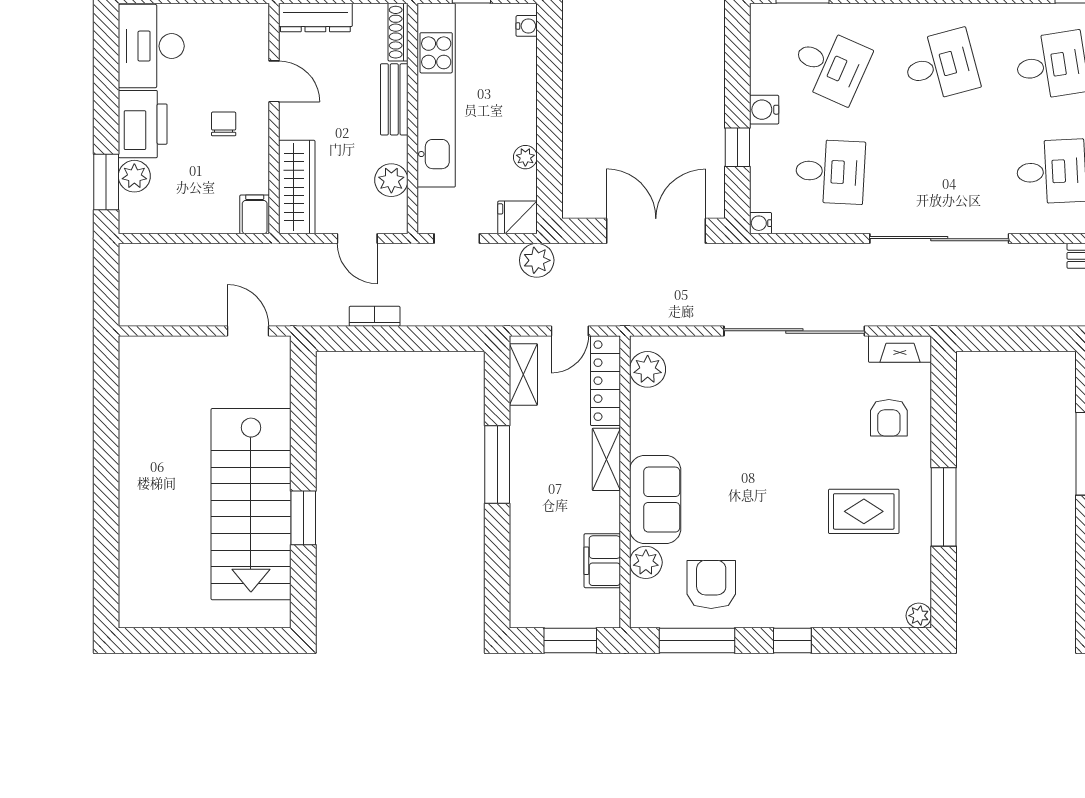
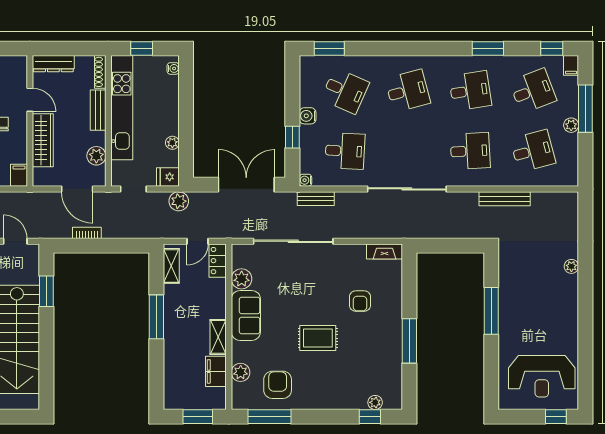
wardrobe: (297, 187) -> (43, 140), moved
door: (357, 239) -> (77, 189), width x1.38
bench: (779, 256) -> (316, 199), added
sliding door: (794, 331) -> (293, 241), moved
plant: (648, 369) -> (242, 279), moved
locker: (605, 381) -> (218, 261), width x0.66
armchair: (889, 418) -> (360, 301), moved
shelving: (606, 459) -> (218, 337), moved
sofa: (655, 500) -> (246, 315), moved
rug: (864, 511) -> (318, 338), moved
window: (303, 518) -> (46, 291), moved
plant: (919, 616) -> (375, 402), moved
window: (792, 640) -> (370, 417), moved

